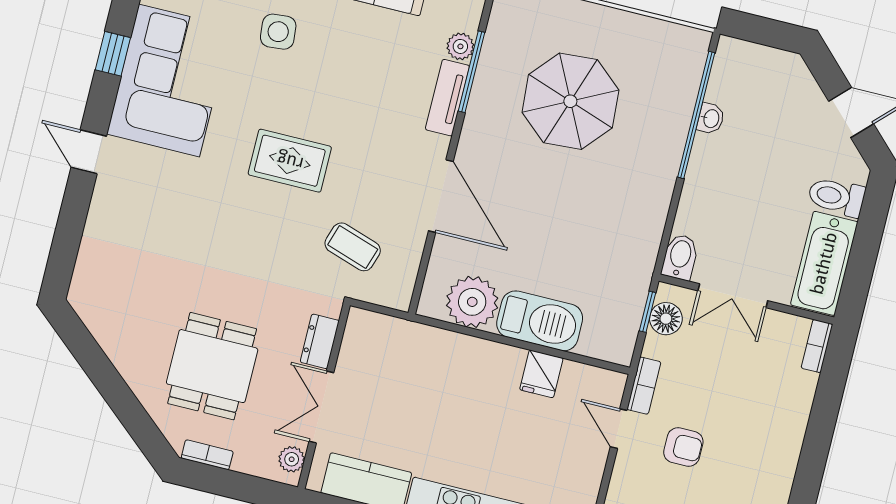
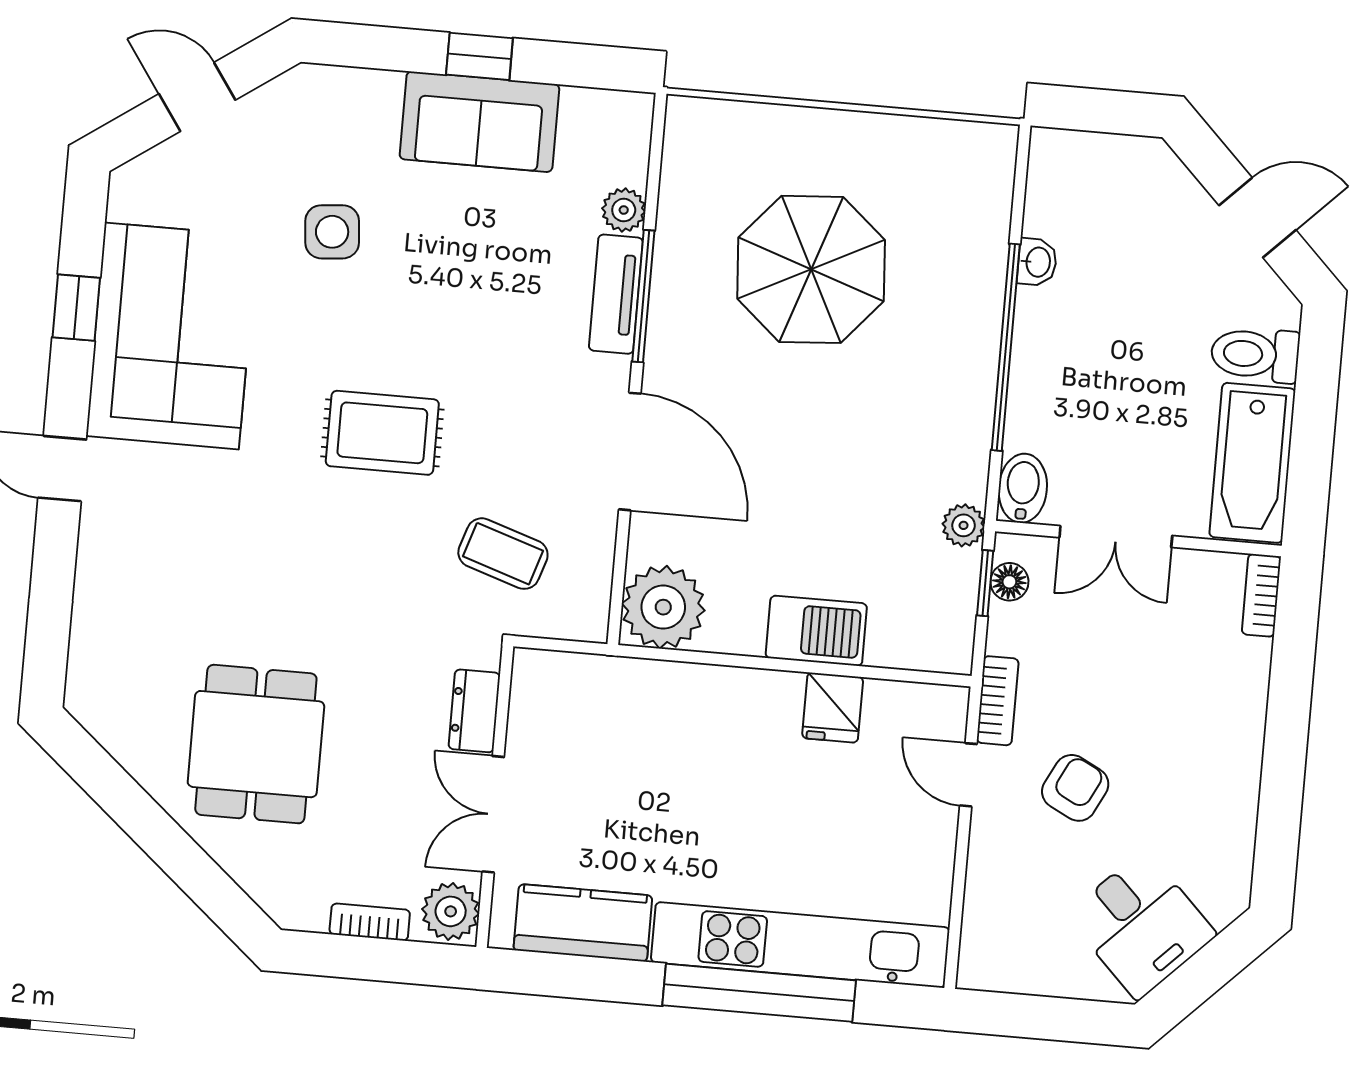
window: (472, 72) -> (643, 296), moved
window: (696, 115) -> (1006, 347), moved
plant: (640, 274) -> (964, 525), added
plant: (472, 302) -> (663, 607), moved
floor lamp: (666, 319) -> (1009, 582), width x0.73, depth x0.73
barbecue: (540, 321) -> (816, 631), width x0.73, depth x0.83
dining table: (212, 366) -> (256, 744), moved
armchair: (683, 447) -> (1075, 788), turned -63
bookcase: (207, 455) -> (370, 922), moved
plant: (292, 459) -> (451, 911), width x1.38, depth x1.38

